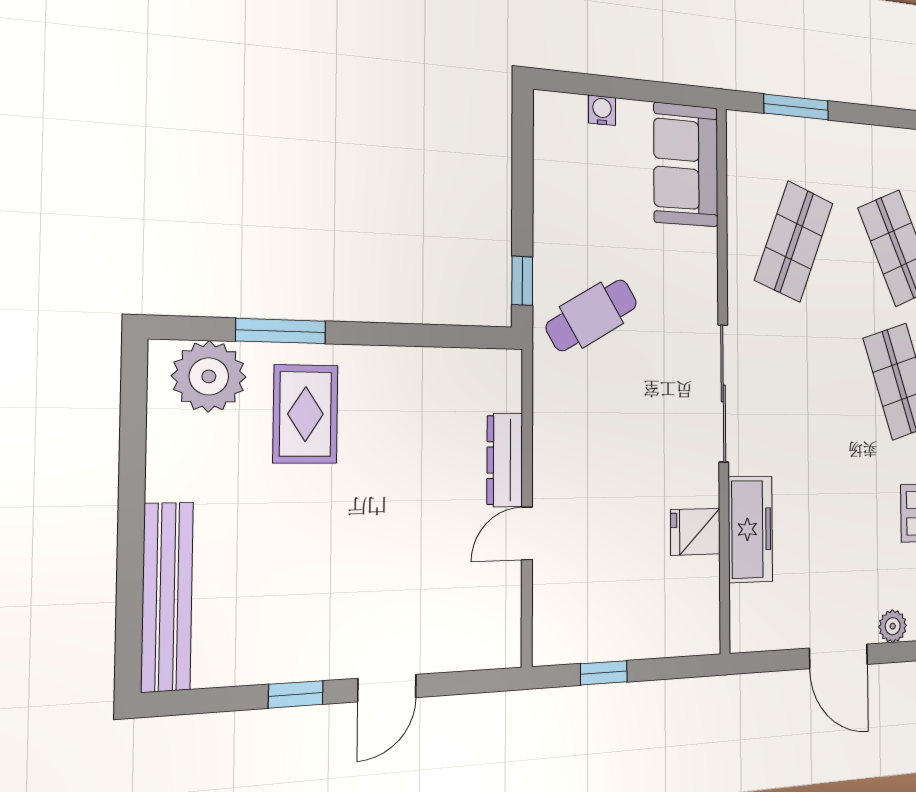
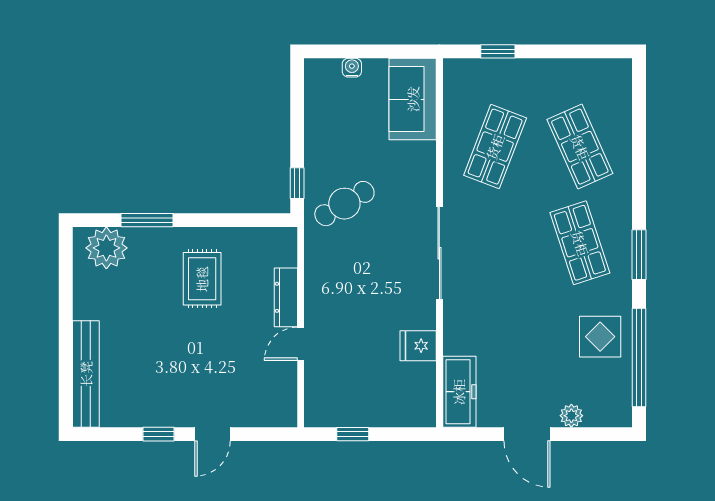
window: (796, 107) -> (498, 51), width x0.67
rug: (305, 414) -> (202, 279), moved
freezer: (750, 529) -> (459, 392), moved

